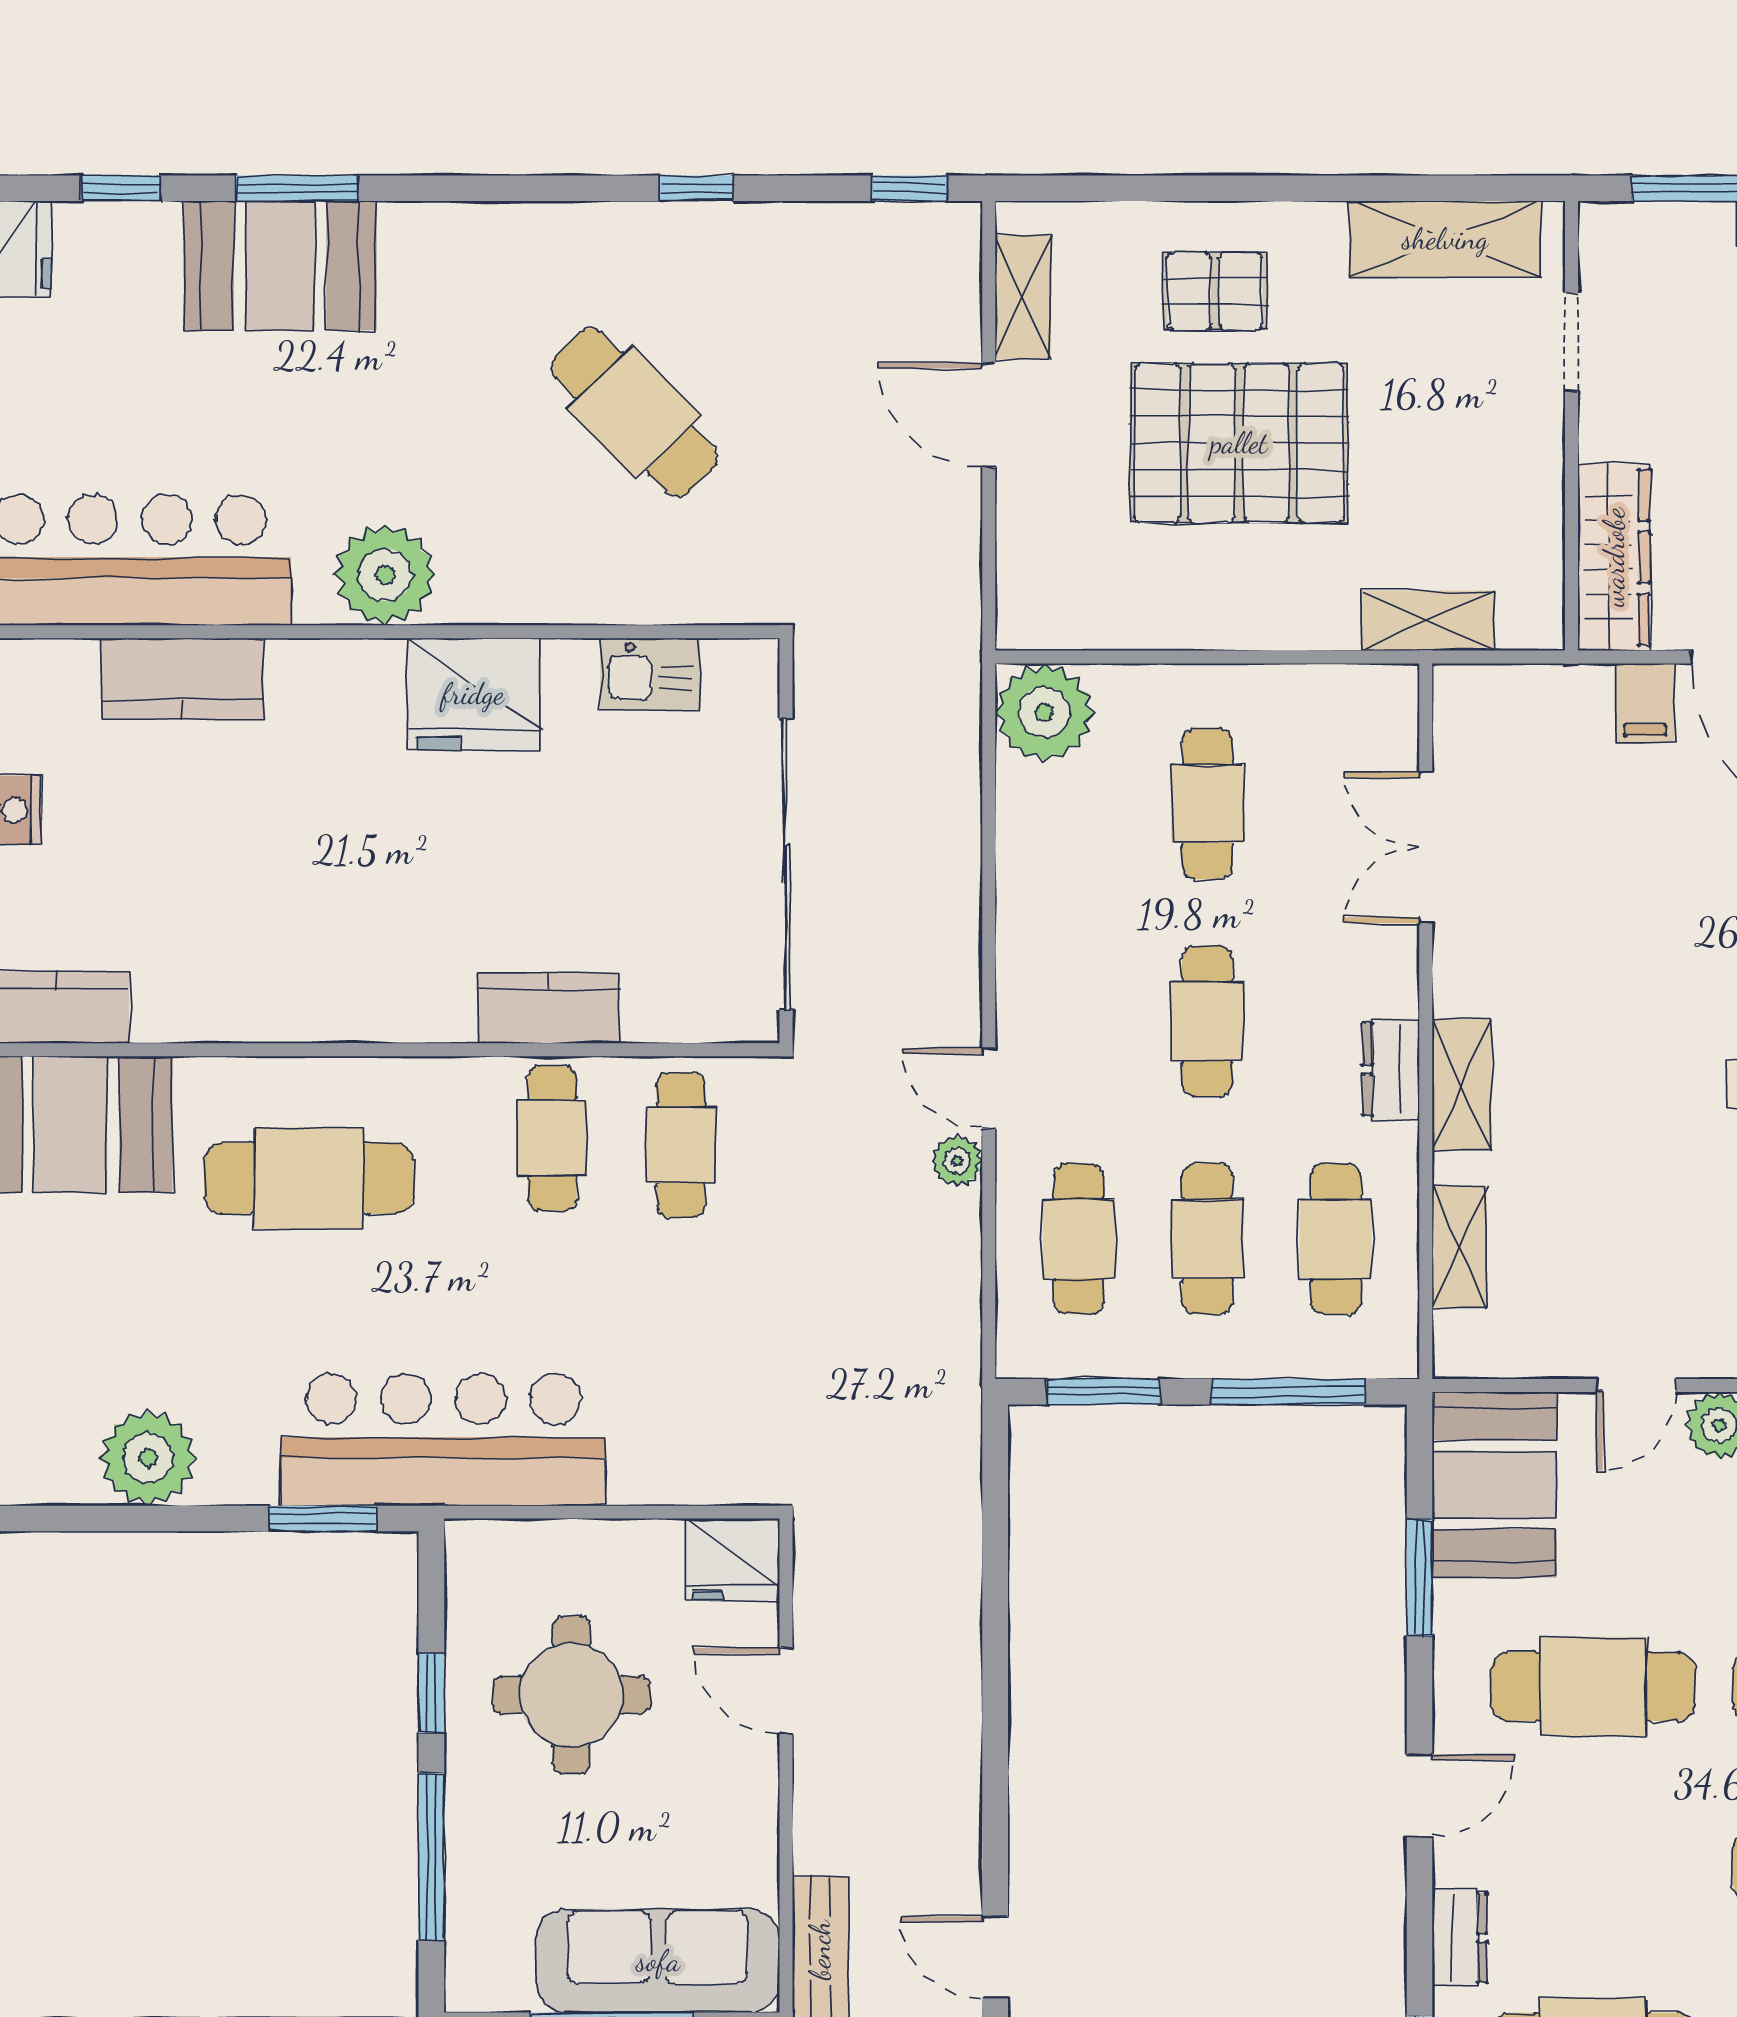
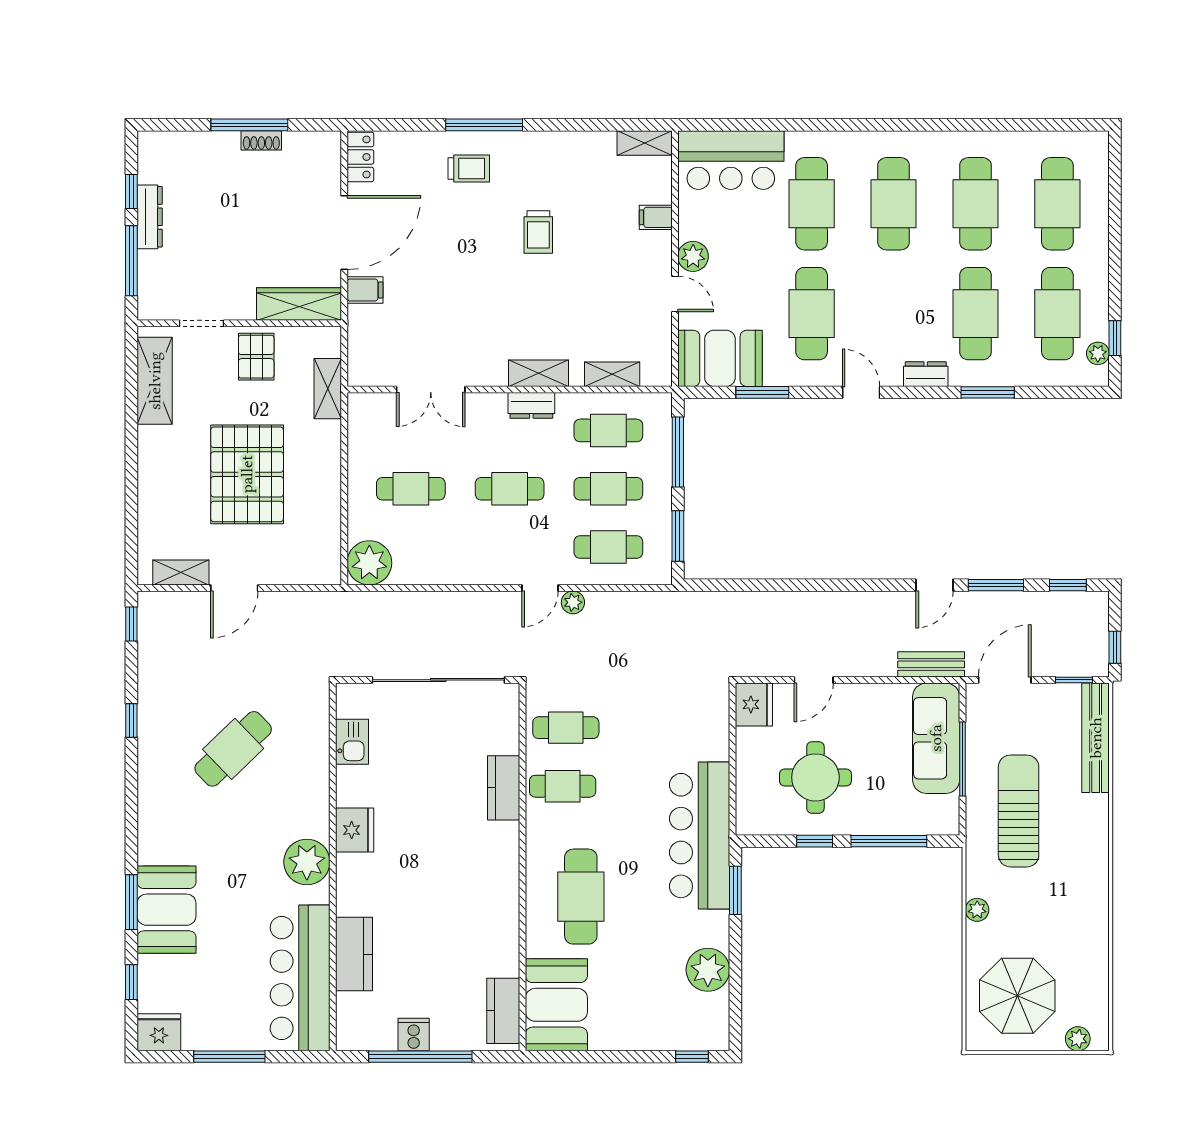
pallet: (1215, 291) -> (256, 357), moved
fridge: (473, 694) -> (355, 830), width x0.73, depth x0.75

